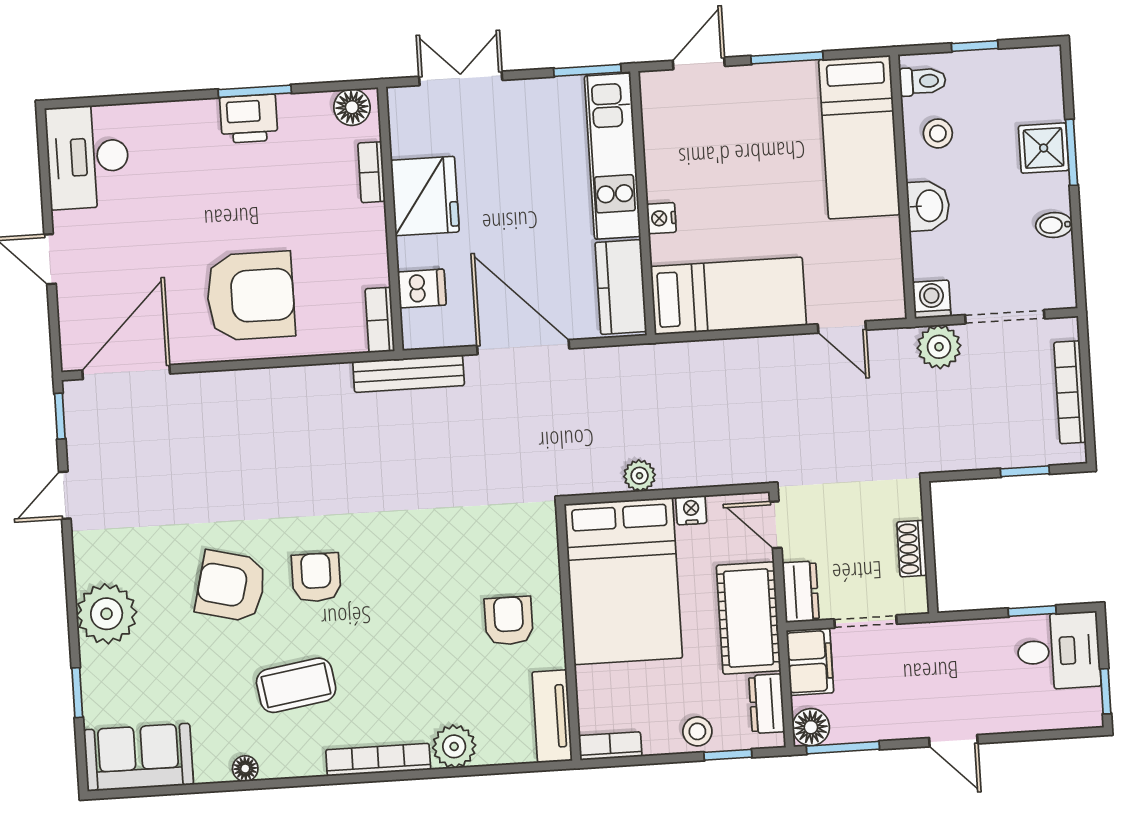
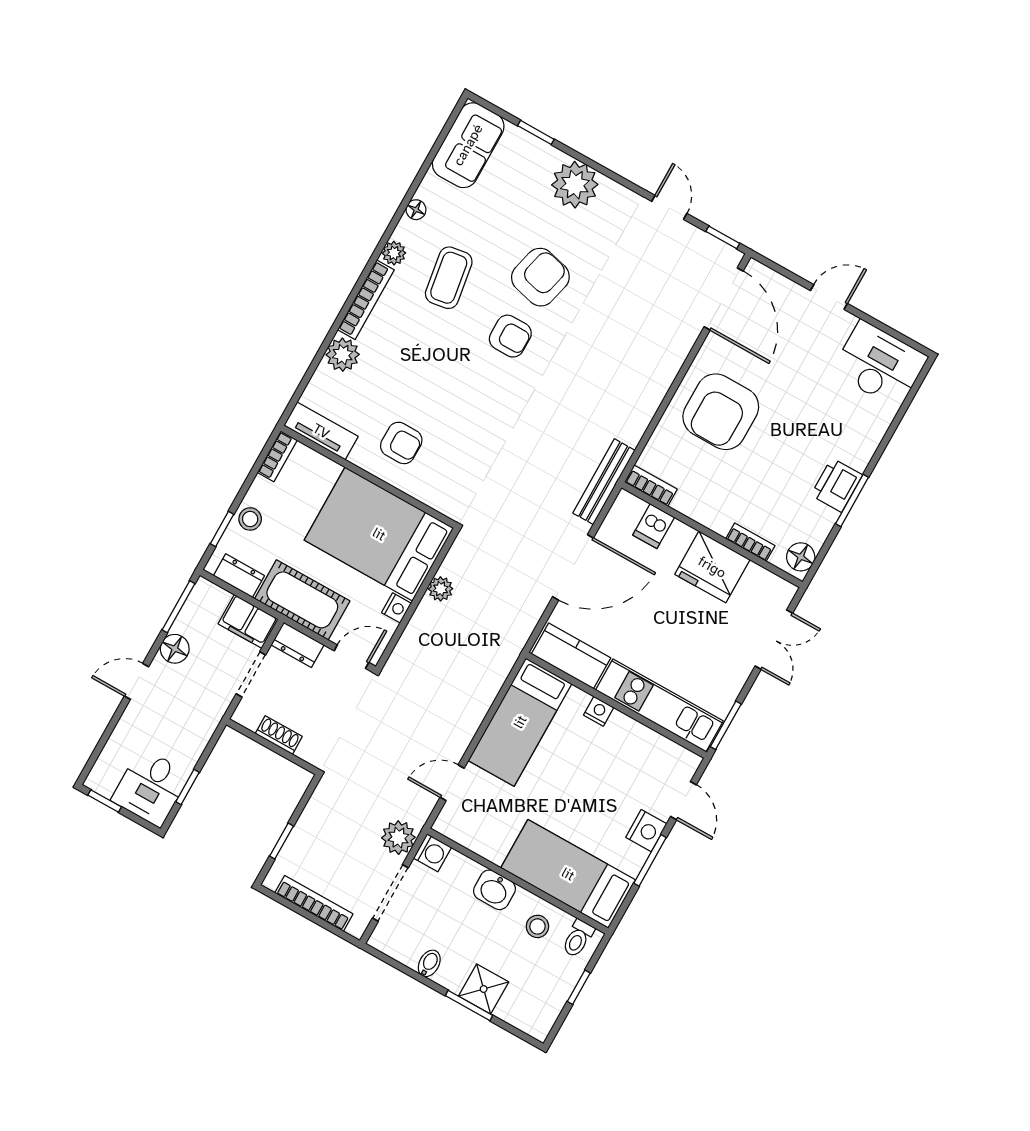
nightstand: (758, 83) -> (646, 831), added
floor lamp: (811, 727) -> (175, 649), moved
plant: (308, 762) -> (394, 253), added

